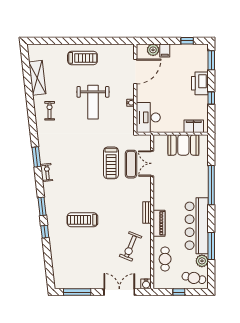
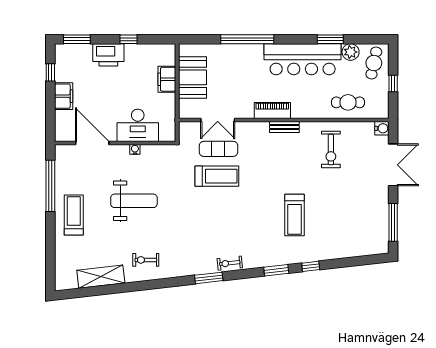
window: (104, 41) -> (50, 186), added
plant: (153, 50) -> (63, 119), removed
filing cabinet: (165, 51) -> (64, 96), width x2.00
desk: (148, 117) -> (138, 125), moved
filing cabinet: (194, 126) -> (167, 79), moved
piano: (159, 223) -> (272, 110), moved
exercise bike: (131, 246) -> (331, 149), turned 68
window: (211, 246) -> (330, 39), width x0.69
double door: (119, 292) -> (393, 165), swing flipped

